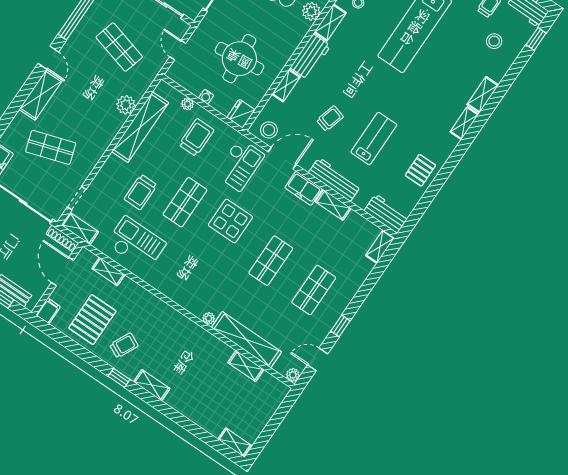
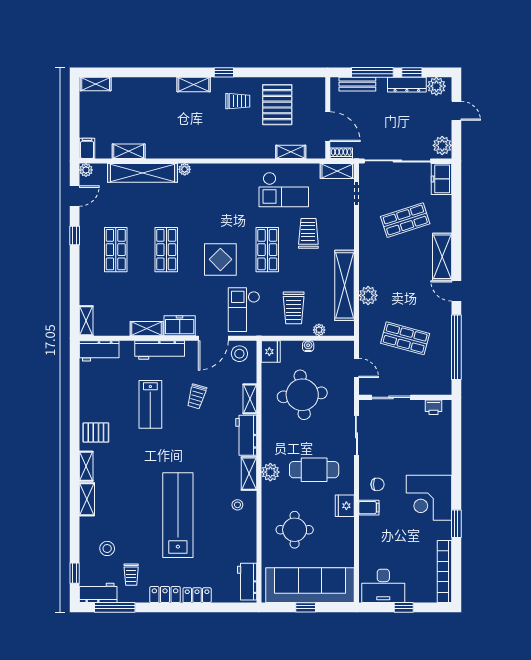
pallet: (420, 170) -> (96, 432), moved, turned 90
shoe rack: (62, 238) -> (341, 153), width x0.70
filing cabinet: (48, 311) -> (87, 148), moved, turned 180
trolley: (124, 345) -> (238, 101), turned -116

